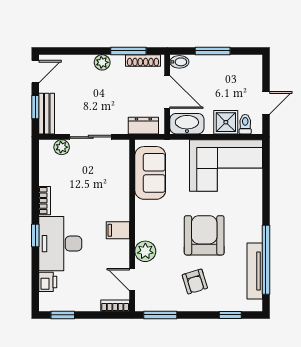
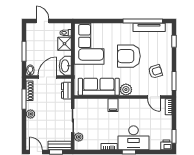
door: (266, 103) -> (43, 21), moved
sofa: (150, 173) -> (99, 87), width x1.36
filing cabinet: (118, 230) -> (113, 105), moved
plant: (145, 251) -> (126, 90), moved
door: (132, 279) -> (154, 97), hinge flipped
printer: (48, 282) -> (166, 145), moved
armchair: (195, 282) -> (155, 71), moved

